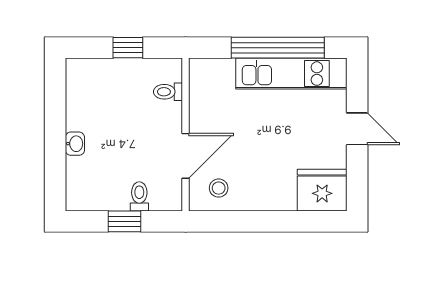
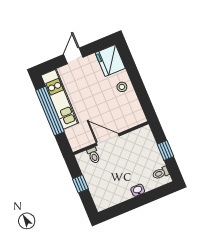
door: (186, 156) -> (108, 139), moved
stool: (219, 188) -> (122, 87), moved
toilet: (139, 196) -> (161, 173), moved

